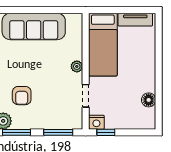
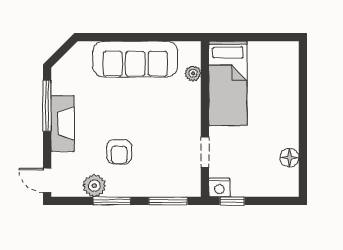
tv unit: (135, 20) -> (272, 50), removed
plant: (77, 66) -> (193, 73), moved

